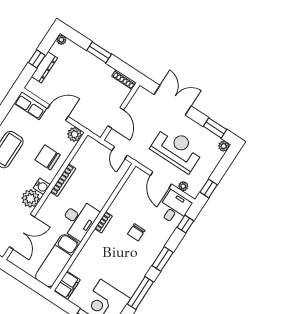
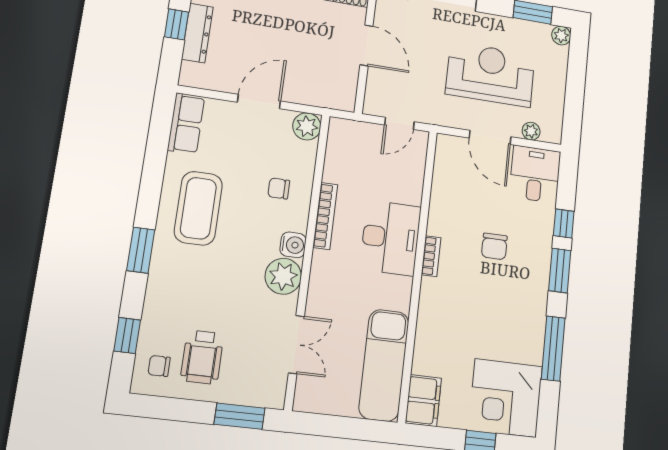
row of seats: (30, 106) -> (186, 124), moved, turned -90
door: (116, 118) -> (367, 45), moved
door: (120, 153) -> (399, 123), hinge flipped
chair: (48, 157) -> (279, 188), width x0.54, depth x0.54
window: (209, 188) -> (573, 116), removed
desk: (79, 220) -> (391, 238), moved
window: (185, 224) -> (564, 224), moved
double door: (22, 232) -> (296, 345), width x0.73

